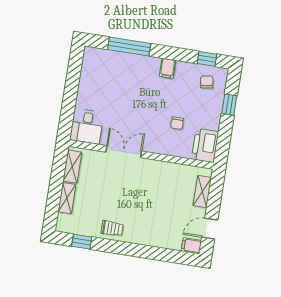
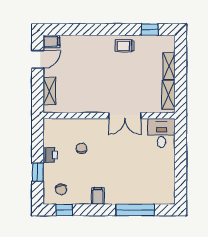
printer: (205, 145) -> (50, 155), moved, width x0.53, depth x0.68

